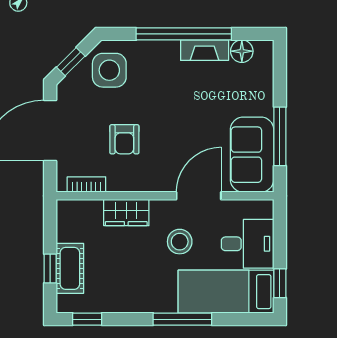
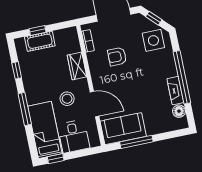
window: (87, 319) -> (17, 70), moved

